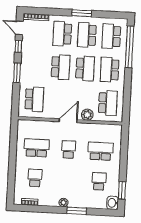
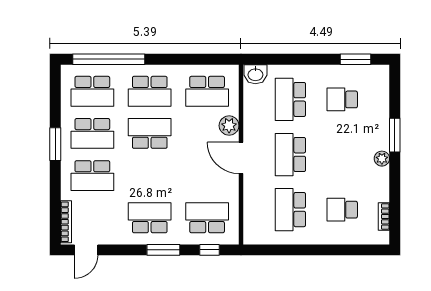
window: (18, 46) -> (210, 250), moved
school desk: (61, 67) -> (150, 218), moved
school desk: (108, 103) -> (207, 91), turned 180
school desk: (69, 150) -> (290, 155), width x1.85
washbasin: (113, 203) -> (255, 74), moved

